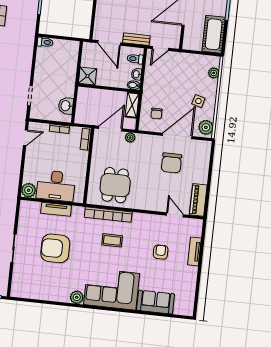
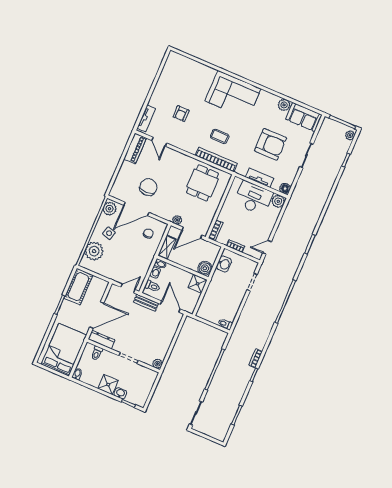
plant: (214, 73) -> (94, 251), width x1.88, depth x1.88
boiler: (85, 95) -> (205, 268), added
floor lamp: (25, 206) -> (285, 188), added
tv unit: (194, 251) -> (146, 118), moved
plant: (77, 297) -> (284, 105), moved
sofa: (156, 302) -> (304, 117), moved

